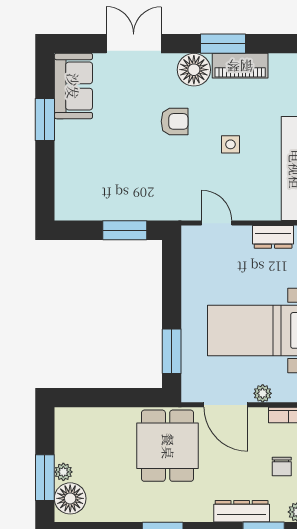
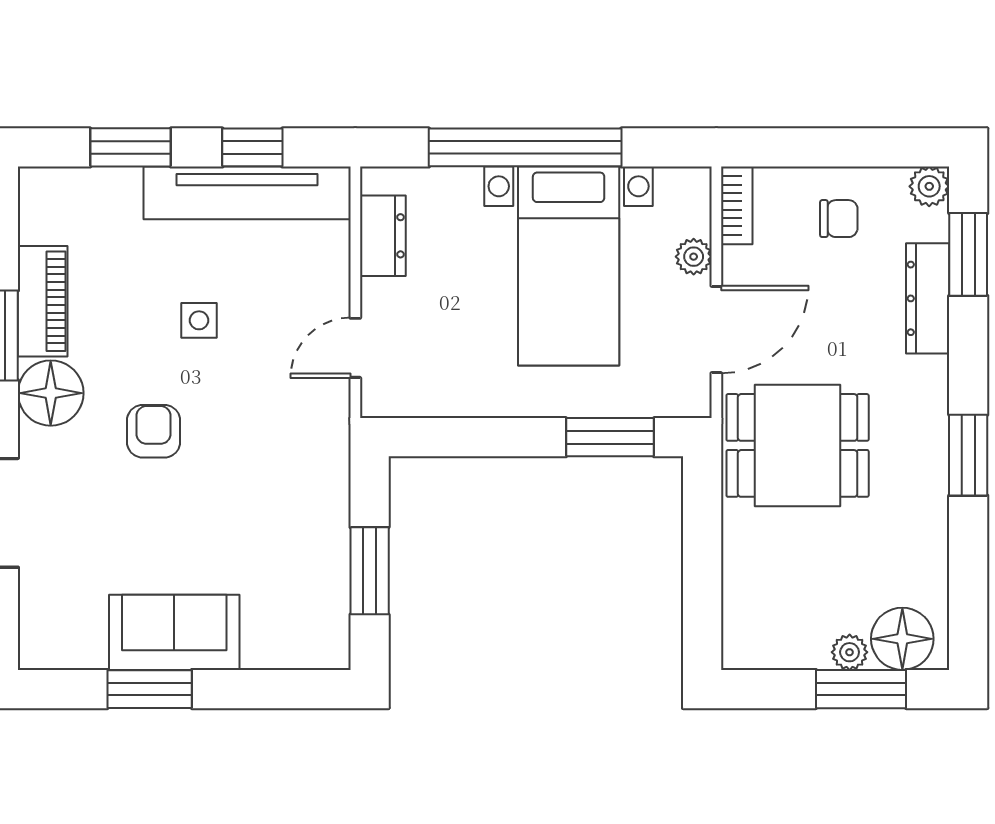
sofa: (73, 86) -> (174, 632), moved
window: (125, 230) -> (370, 571), moved

